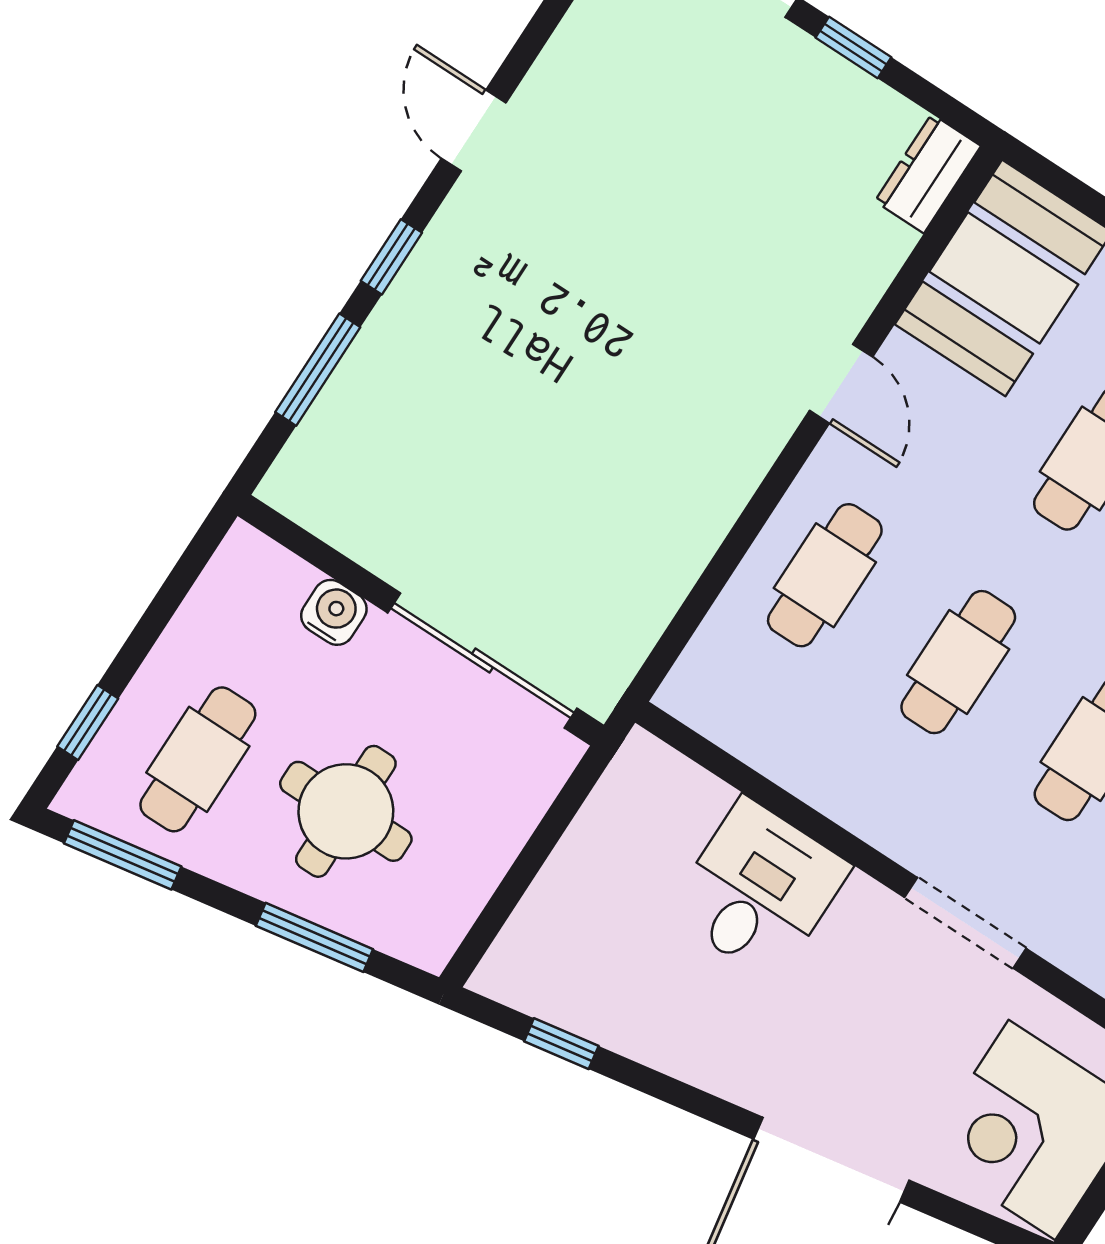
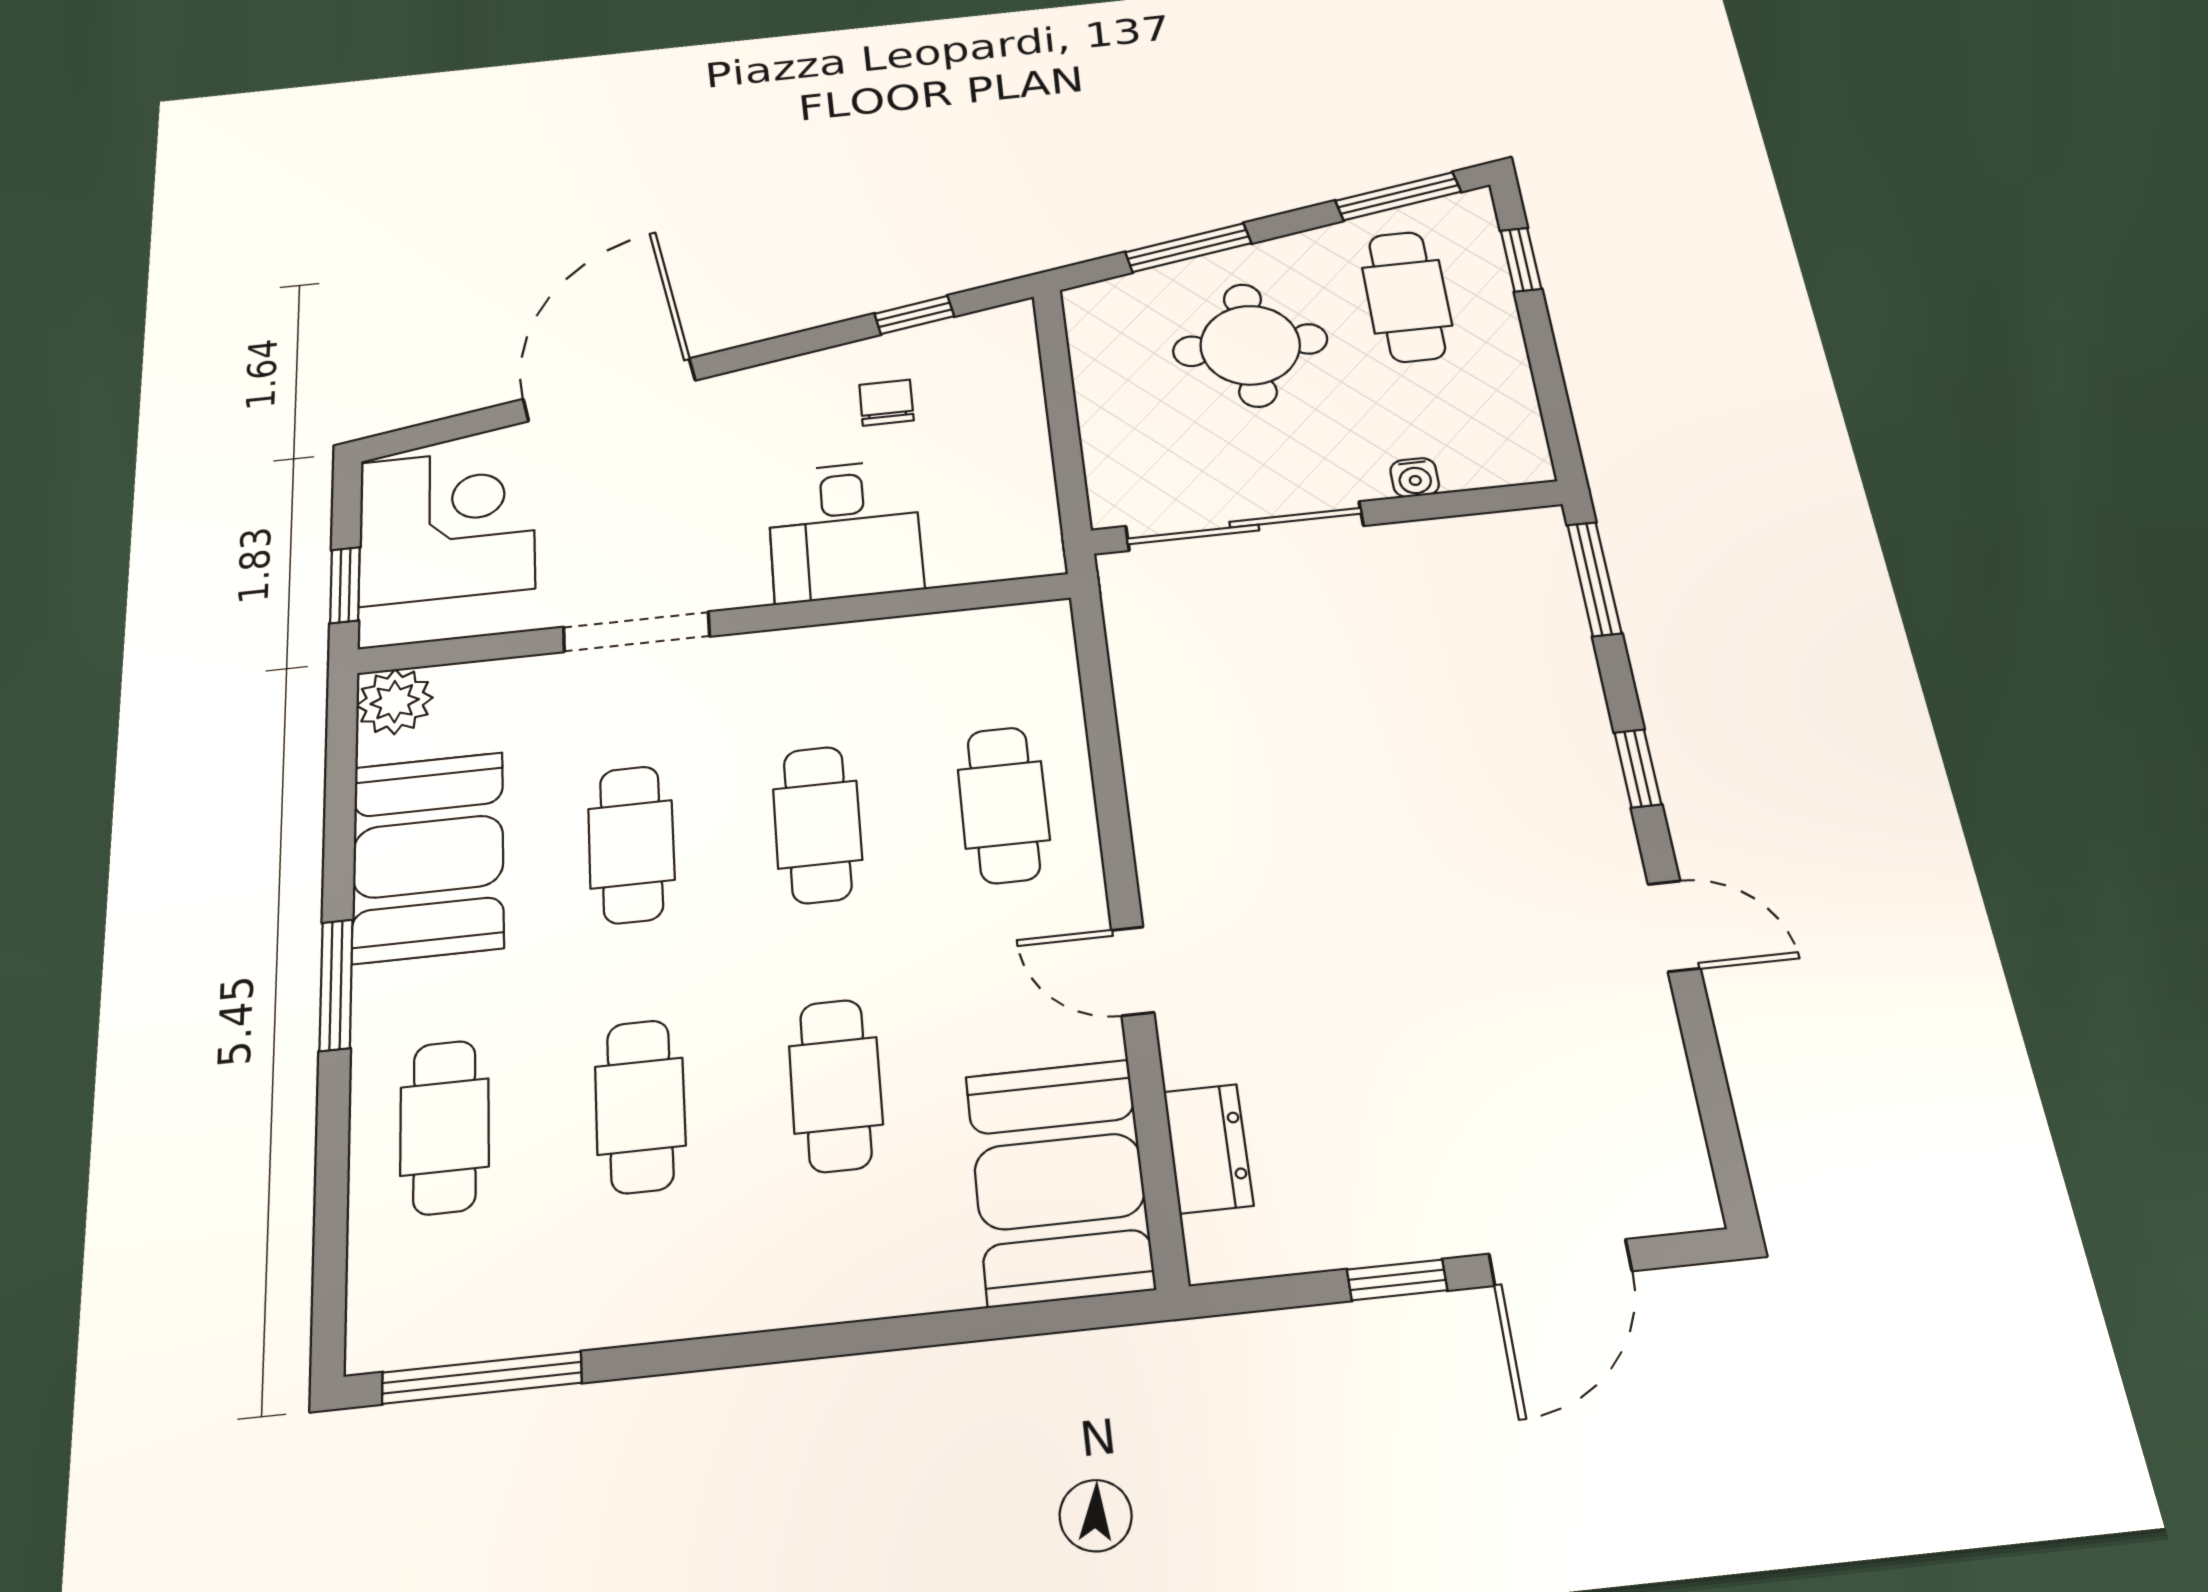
dresser: (928, 174) -> (1208, 1148), moved
window: (318, 370) -> (1594, 579), moved
water cooler: (334, 612) -> (1415, 478), width x0.72, depth x0.72
chair: (643, 979) -> (886, 403), added

